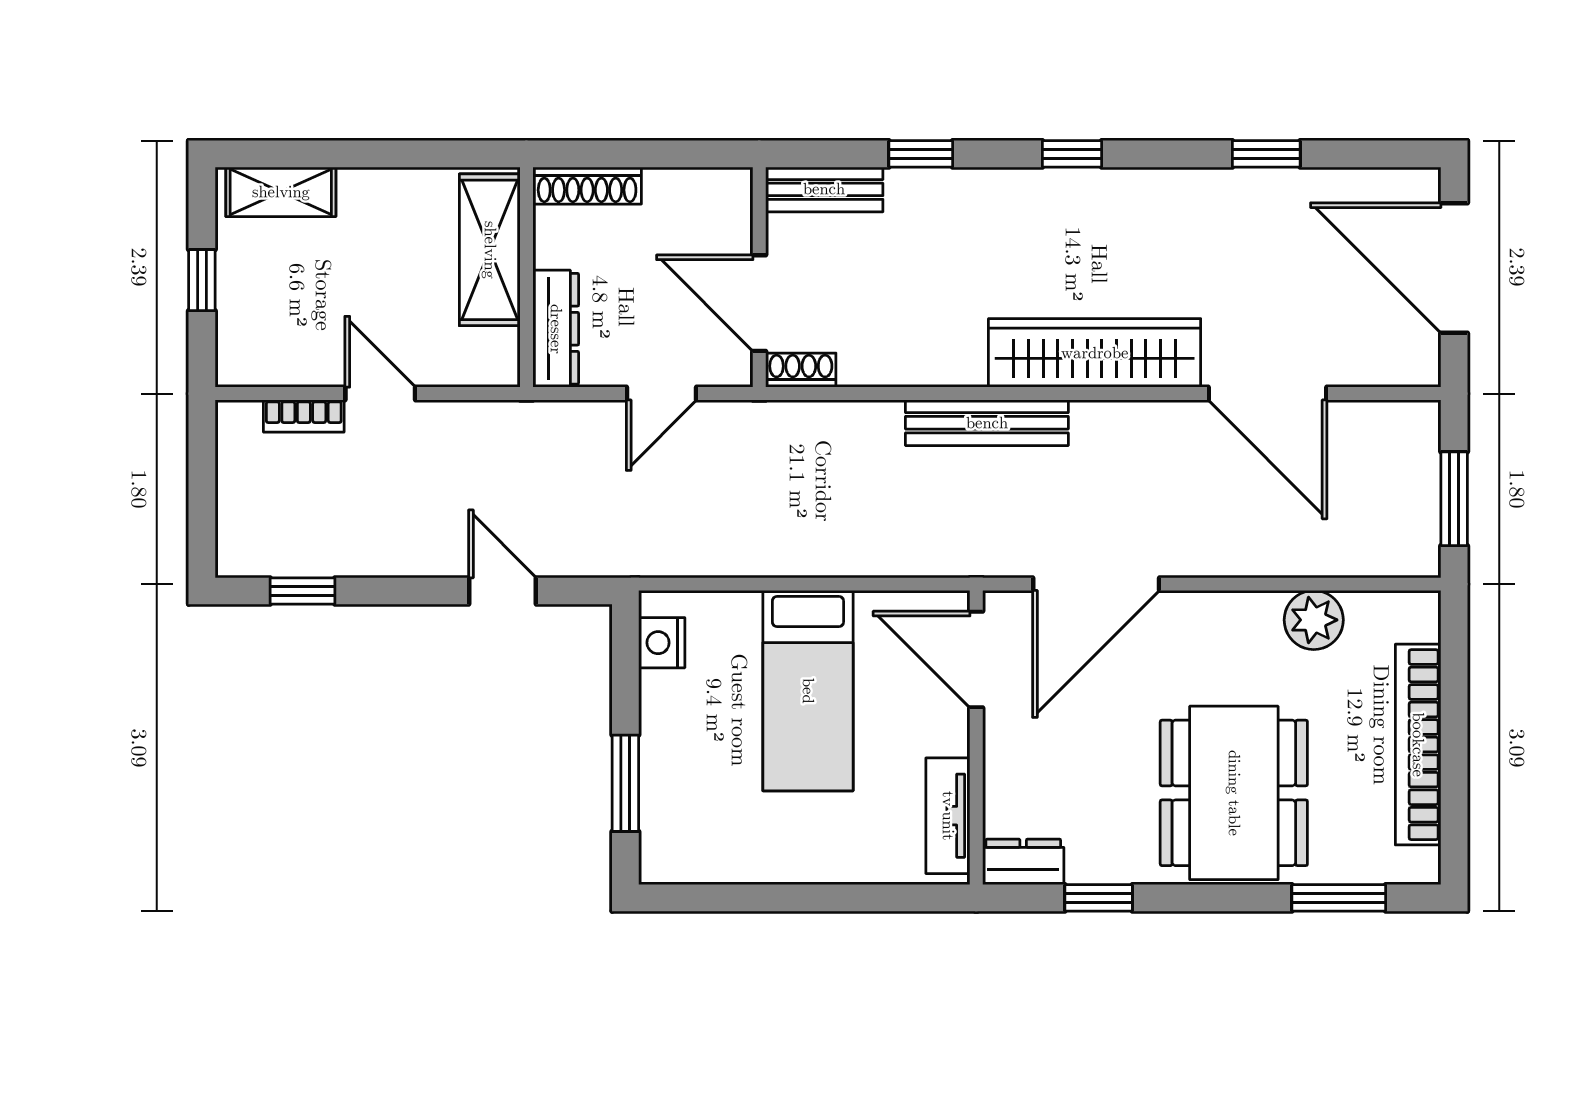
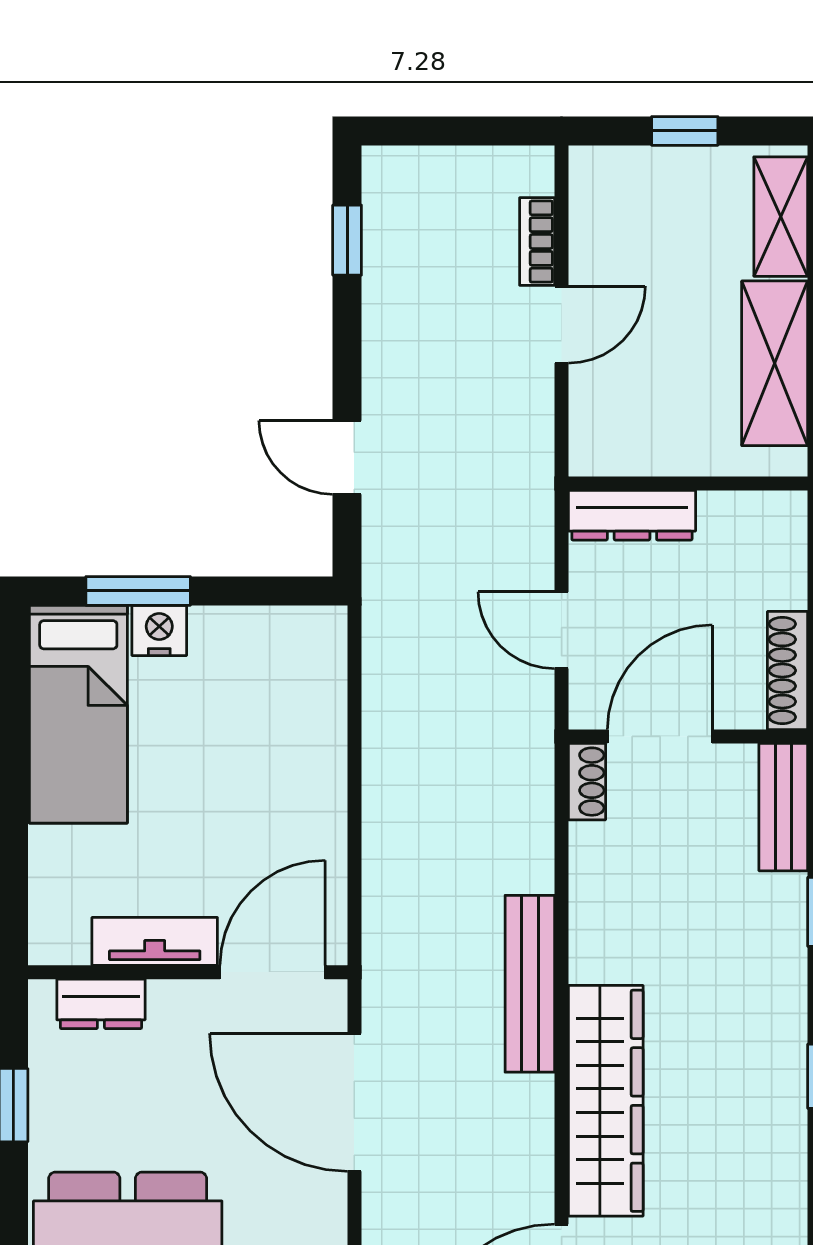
shoe rack: (587, 186) -> (788, 671), moved
shelving: (490, 250) -> (775, 363), moved, turned 90
door: (503, 591) -> (347, 457), swing flipped
nightstand: (662, 643) -> (159, 630), moved
bed: (808, 691) -> (78, 714), moved, turned -90
tv unit: (948, 816) -> (155, 941), moved
dresser: (1023, 862) -> (101, 1004), moved, turned 90

